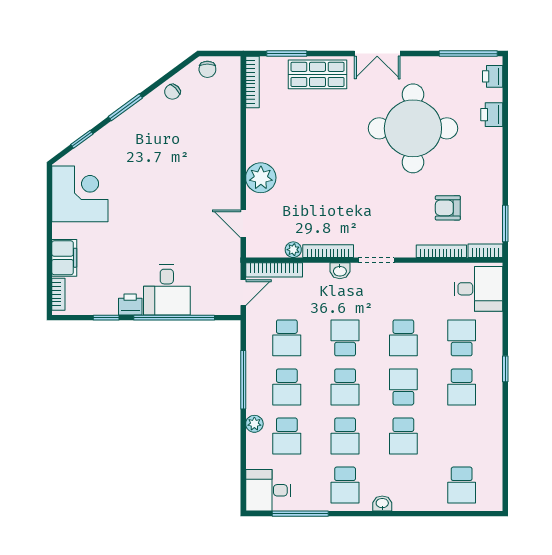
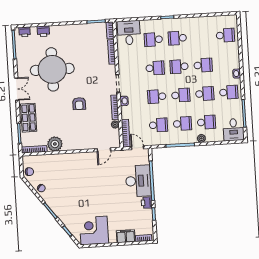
plant: (261, 178) -> (55, 144), moved
armchair: (448, 208) -> (79, 104), moved
desk: (167, 290) -> (138, 181), width x1.37
school desk: (462, 387) -> (177, 38), turned 180

